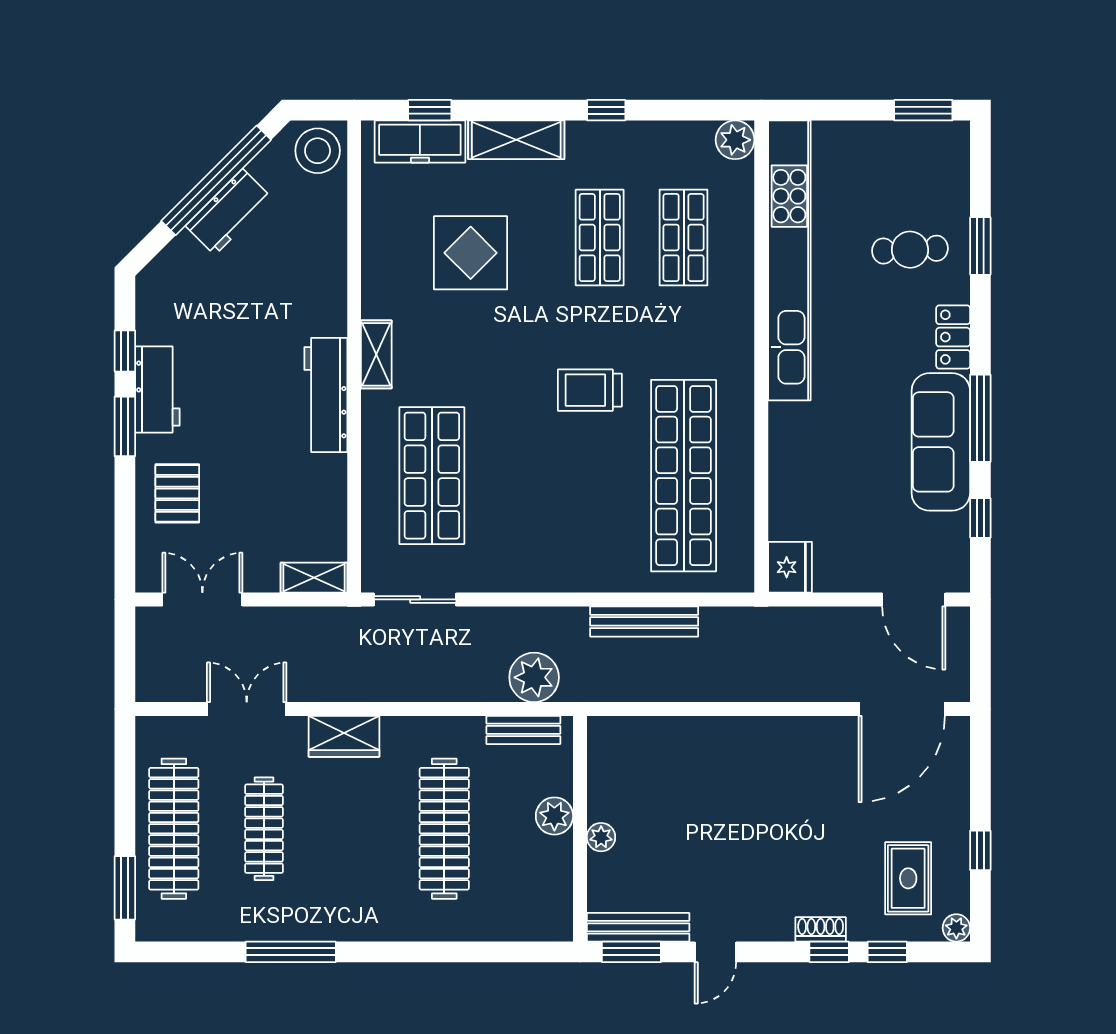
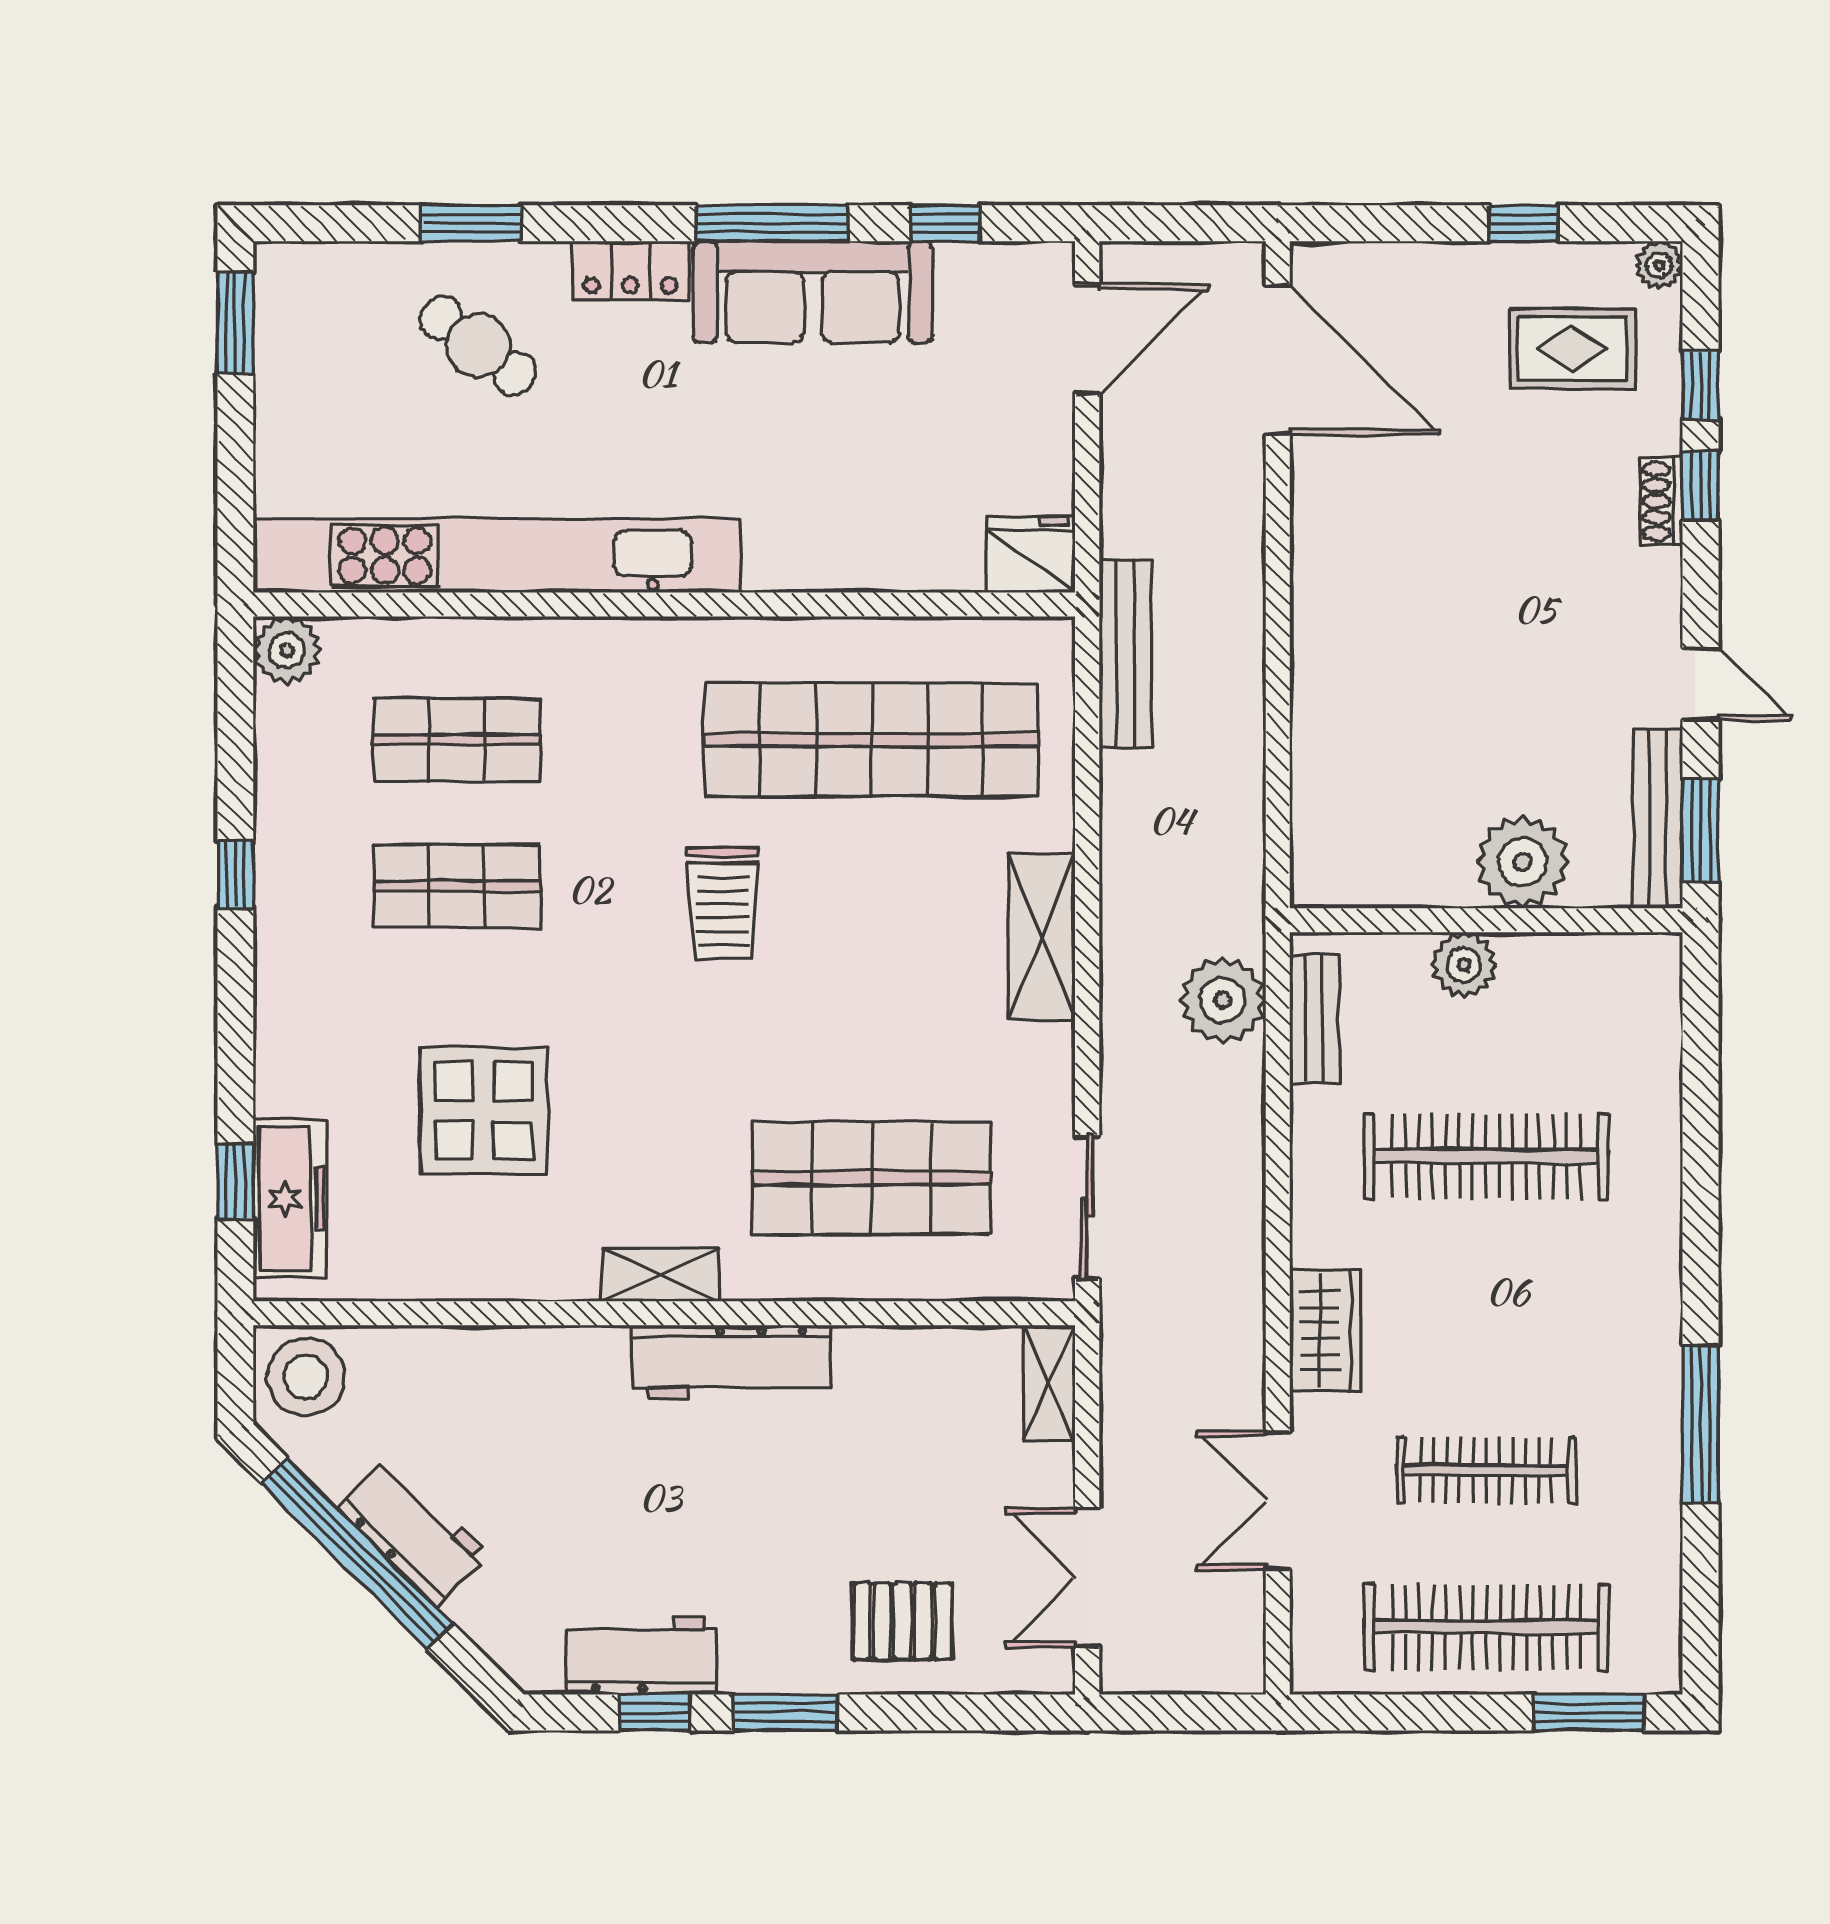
shelving: (516, 140) -> (1042, 937), moved
cafe table: (910, 250) -> (478, 346), turned -50
workbench: (157, 390) -> (641, 1656), moved
bench: (644, 621) -> (1125, 654), moved
plant: (601, 837) -> (1522, 862), width x1.88, depth x1.88

